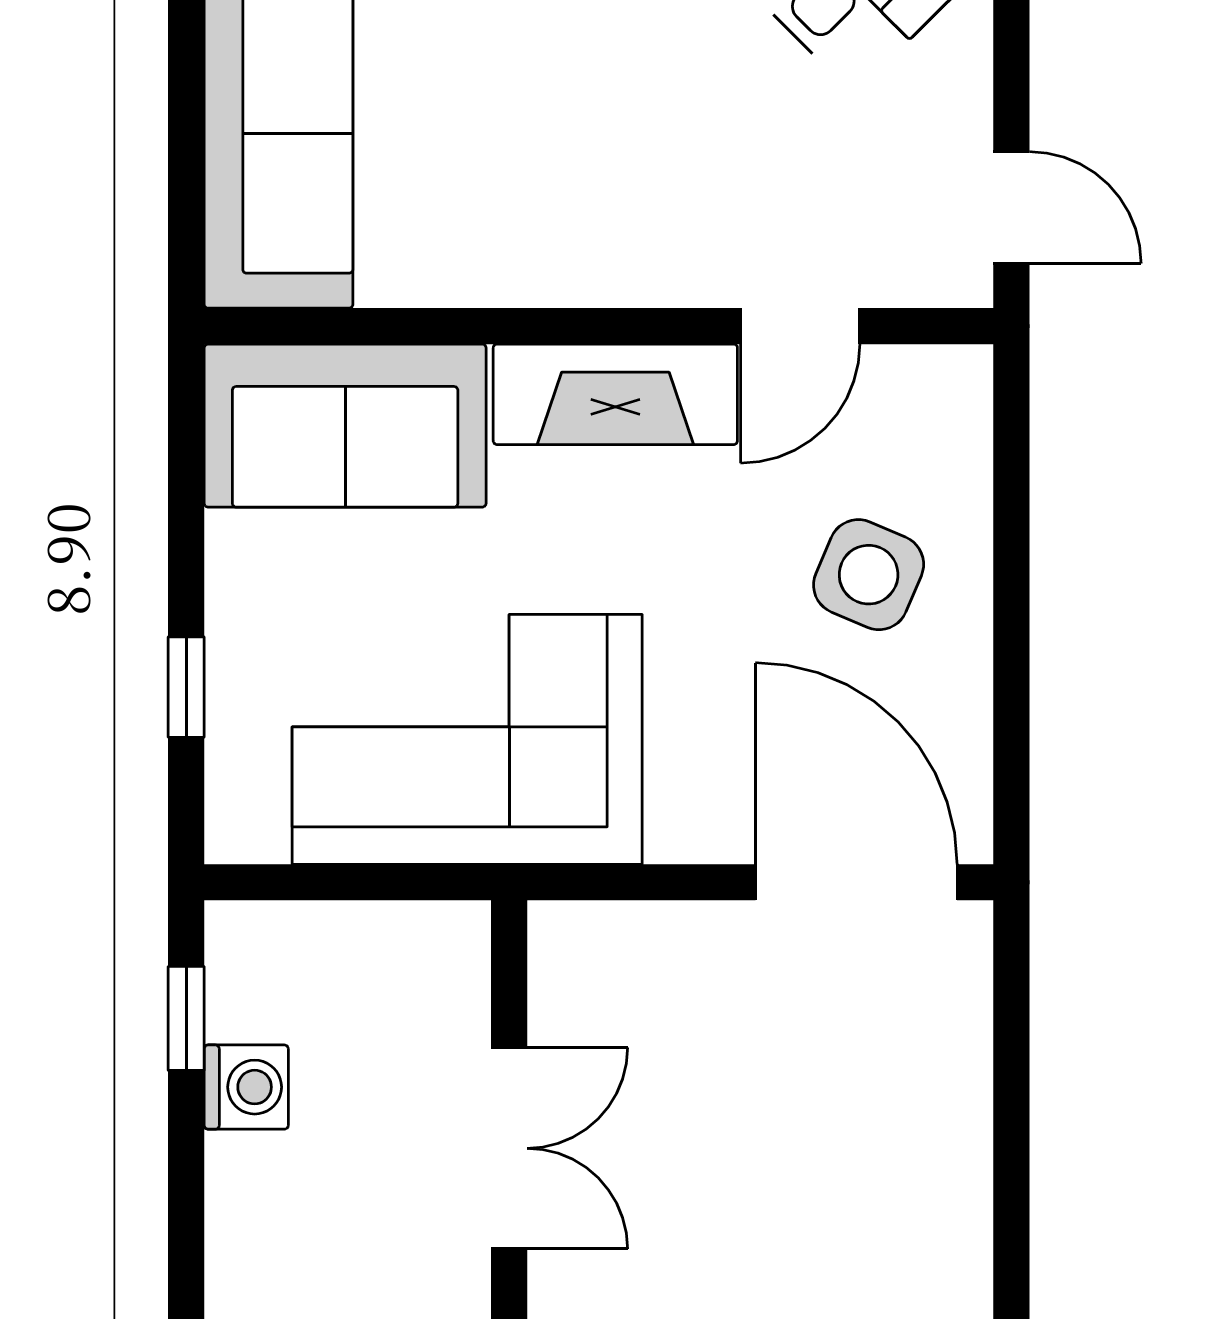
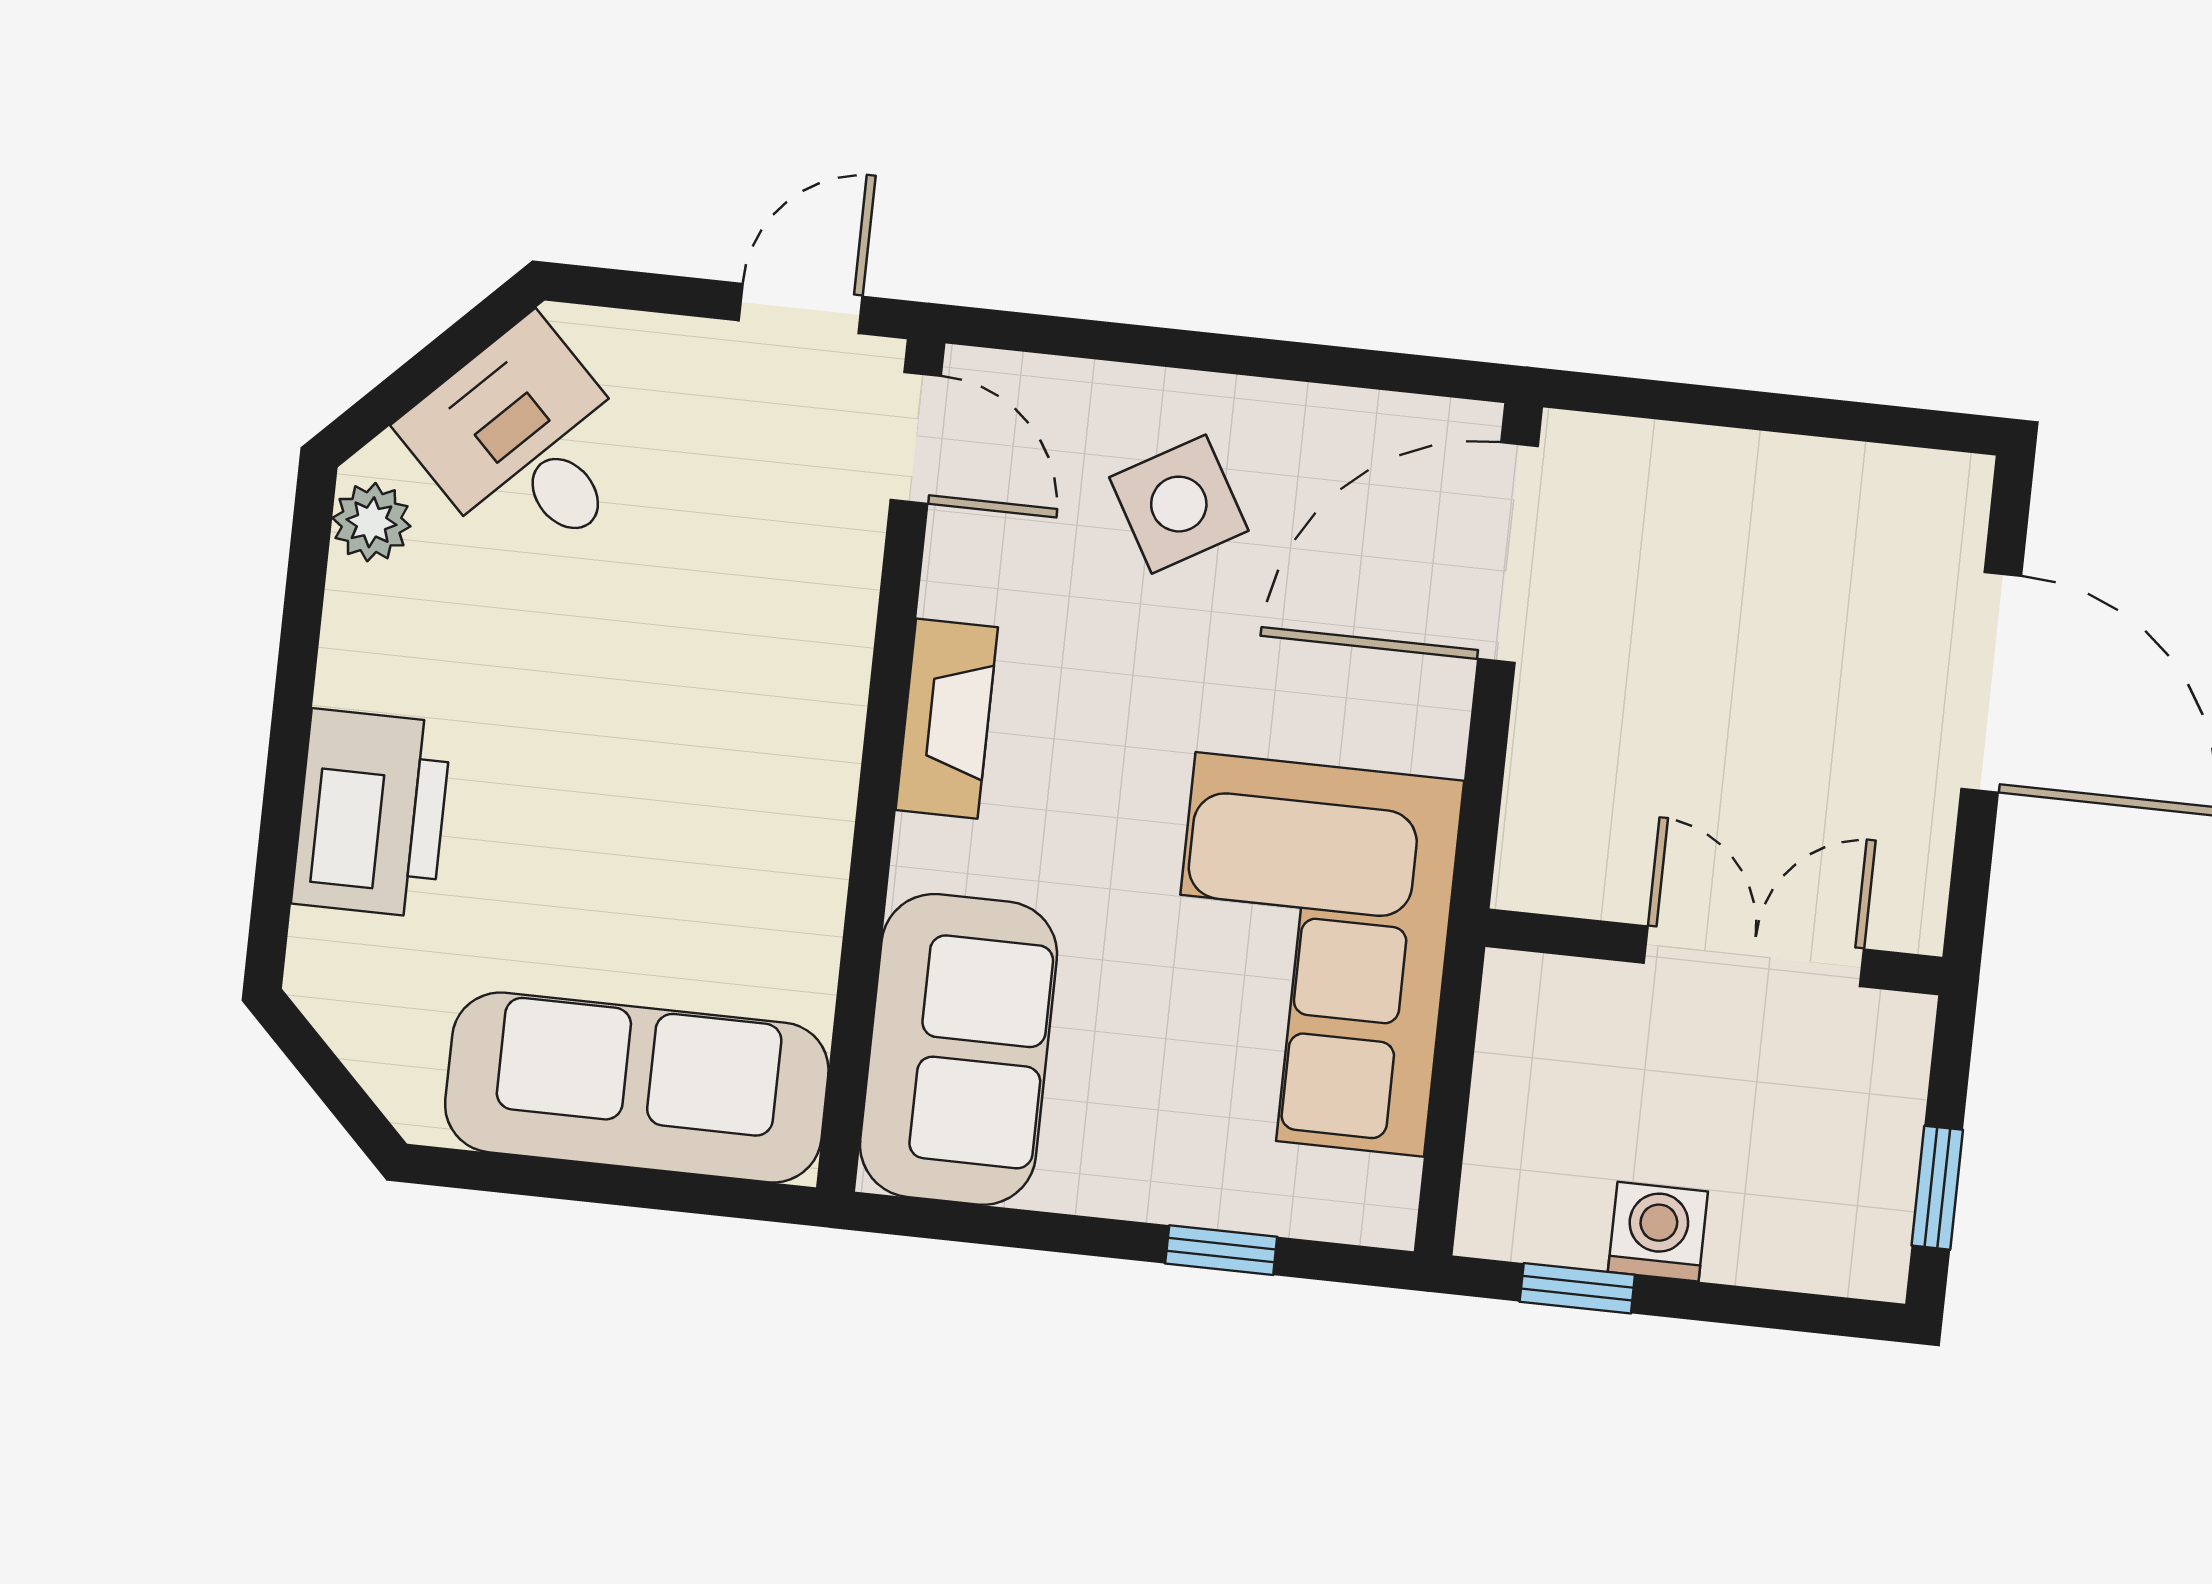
door: (800, 326) -> (916, 438), moved
fireplace: (615, 394) -> (947, 719), width x0.73, depth x0.76
side table: (869, 575) -> (1179, 504), turned 37

